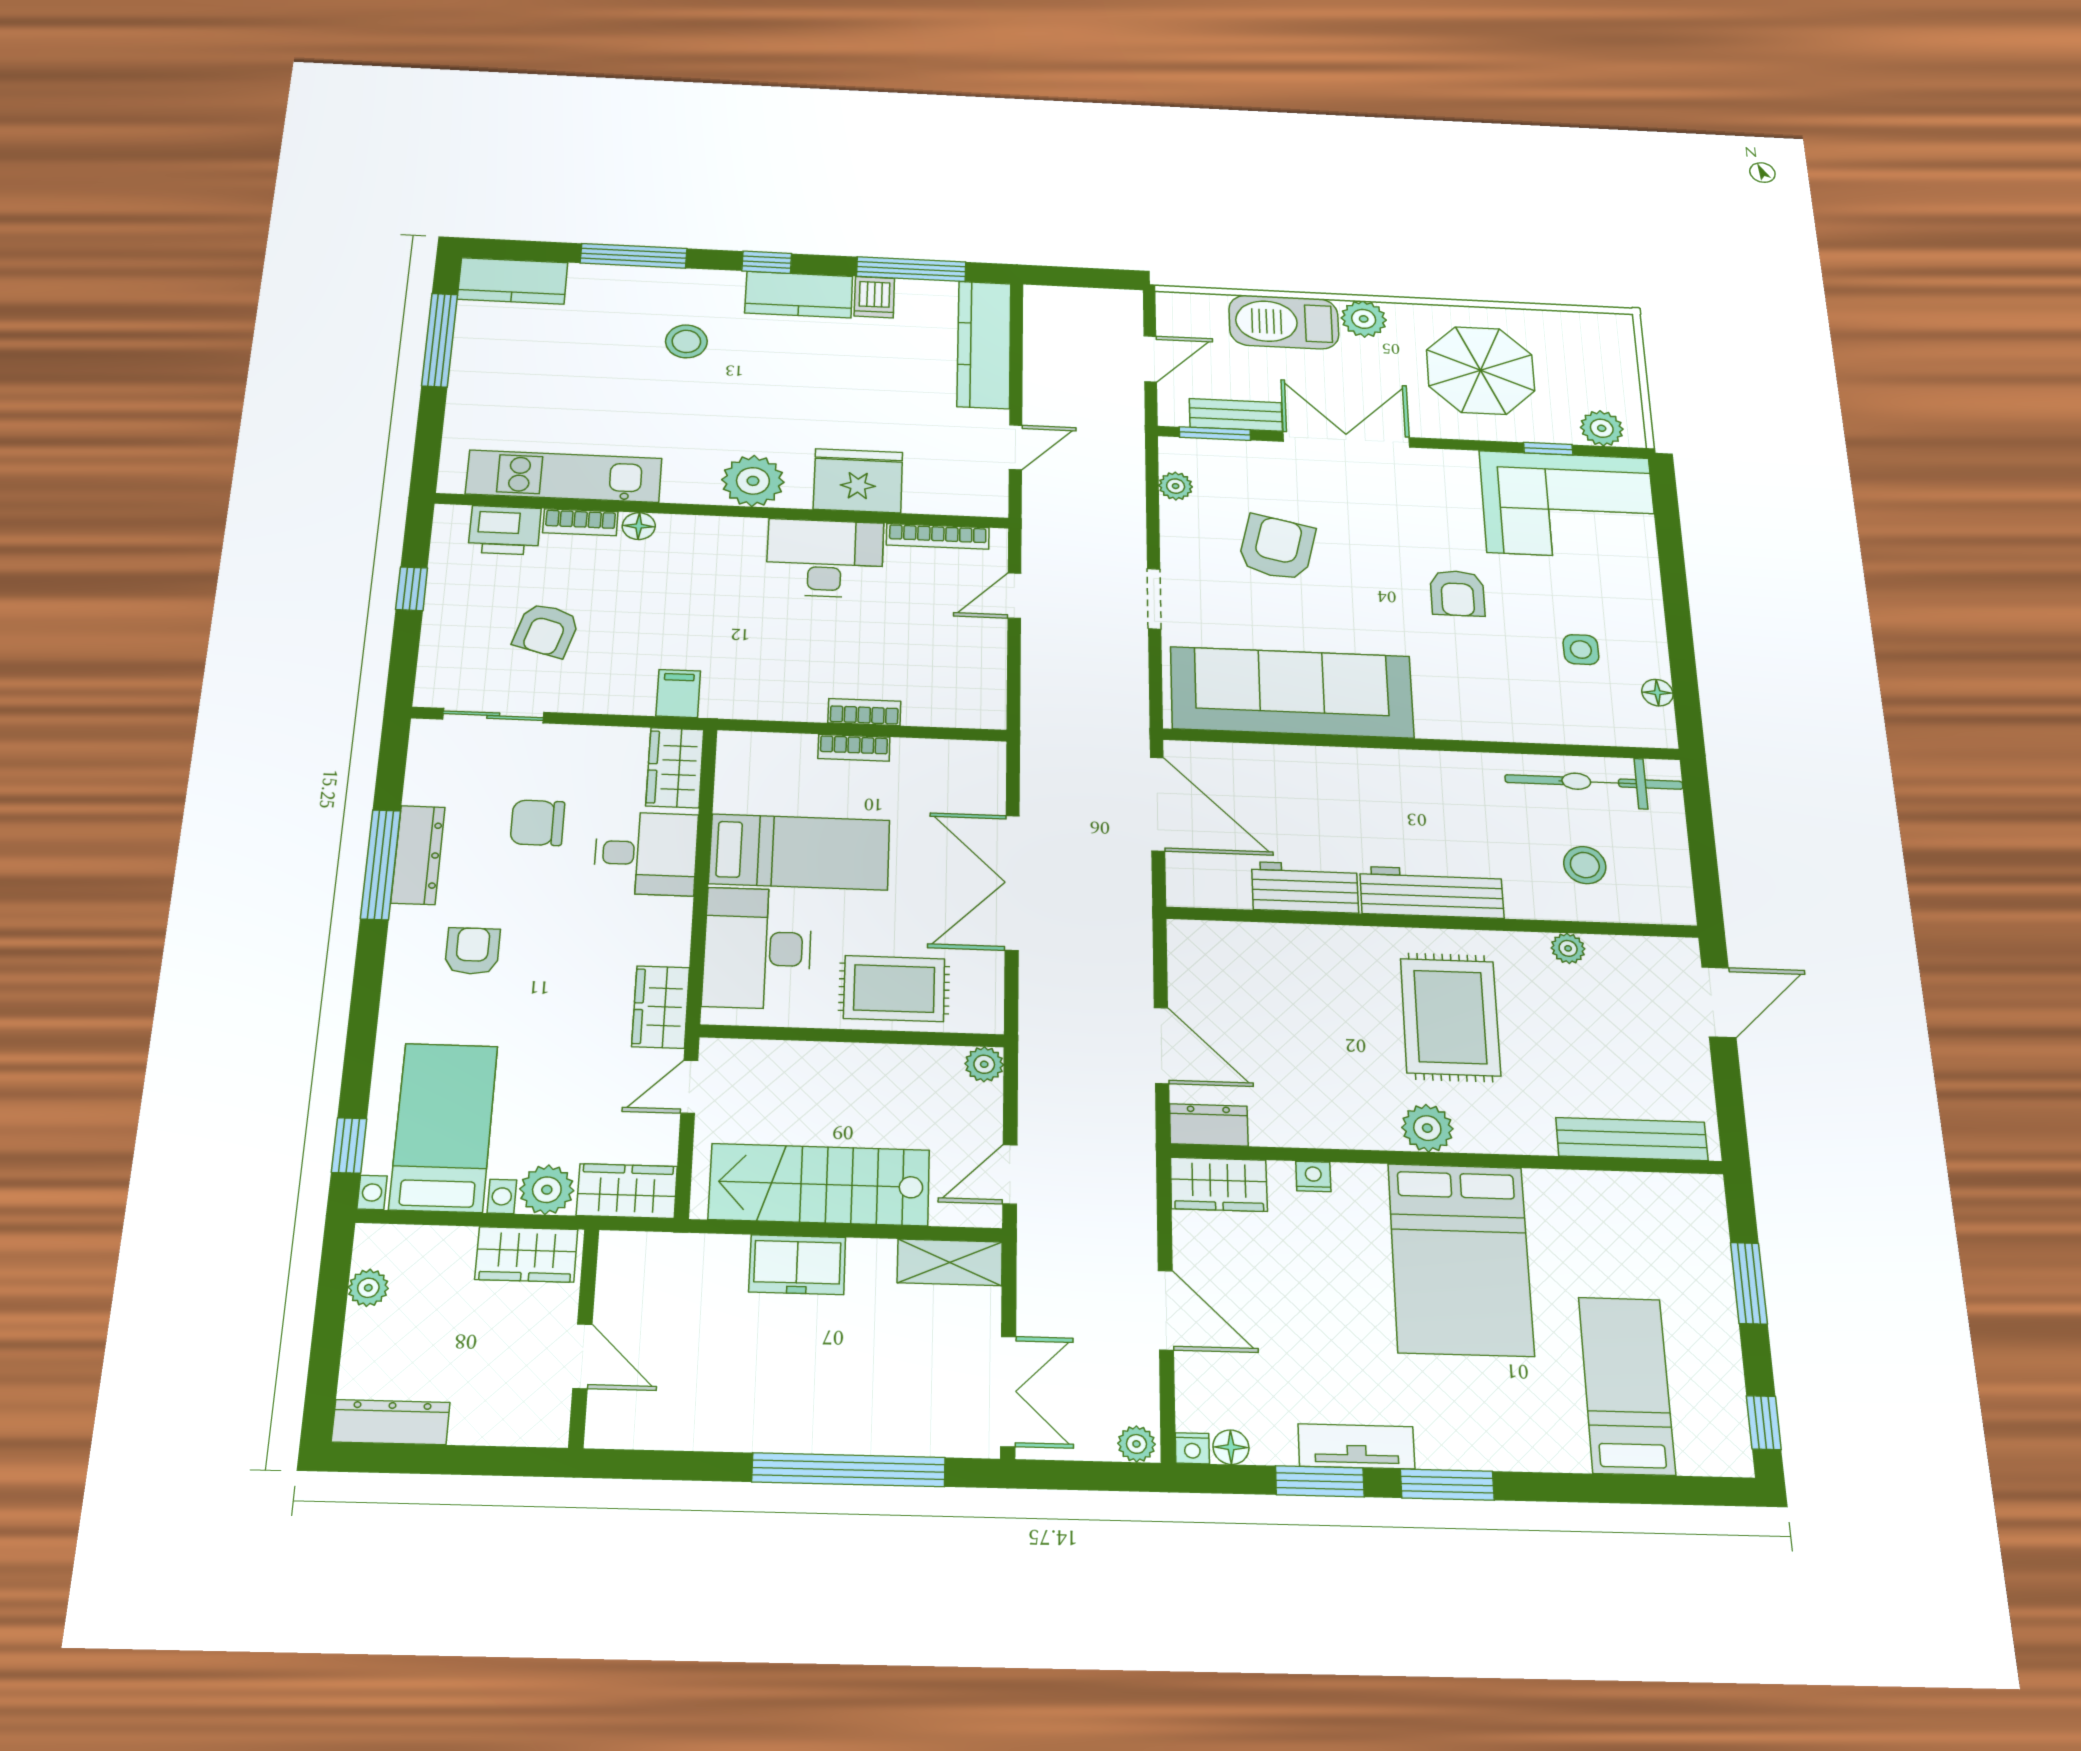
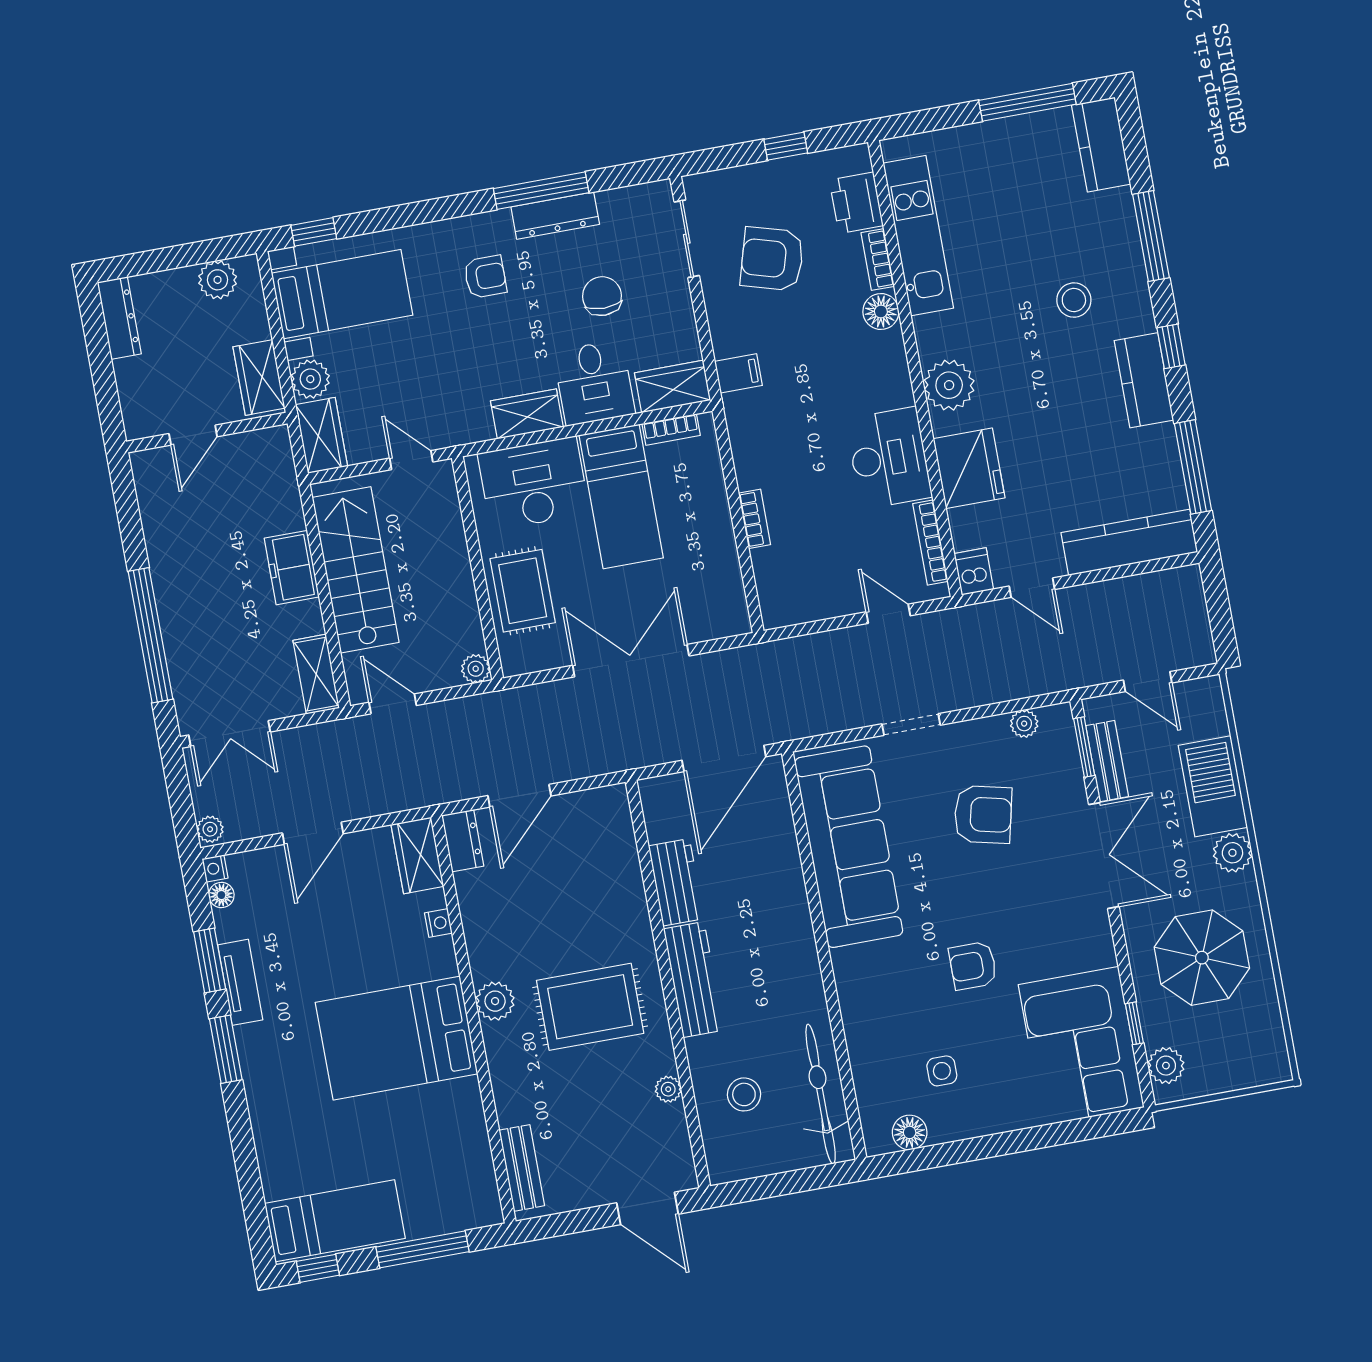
dishwasher: (874, 297) -> (974, 571), moved, turned 90
floor lamp: (639, 526) -> (881, 311), width x1.37, depth x1.37
armchair: (546, 630) -> (772, 259), width x1.38, depth x1.38
floor lamp: (1657, 693) -> (910, 1132), width x1.37, depth x1.37
bookcase: (854, 748) -> (671, 429), moved, turned -90
wardrobe: (661, 1007) -> (527, 414), moved
bench: (1632, 1139) -> (522, 1168), width x0.73
window: (1749, 1283) -> (423, 1249), width x1.44
plant: (368, 1288) -> (218, 280), width x1.38, depth x1.38
bed: (1627, 1385) -> (335, 1221), moved

